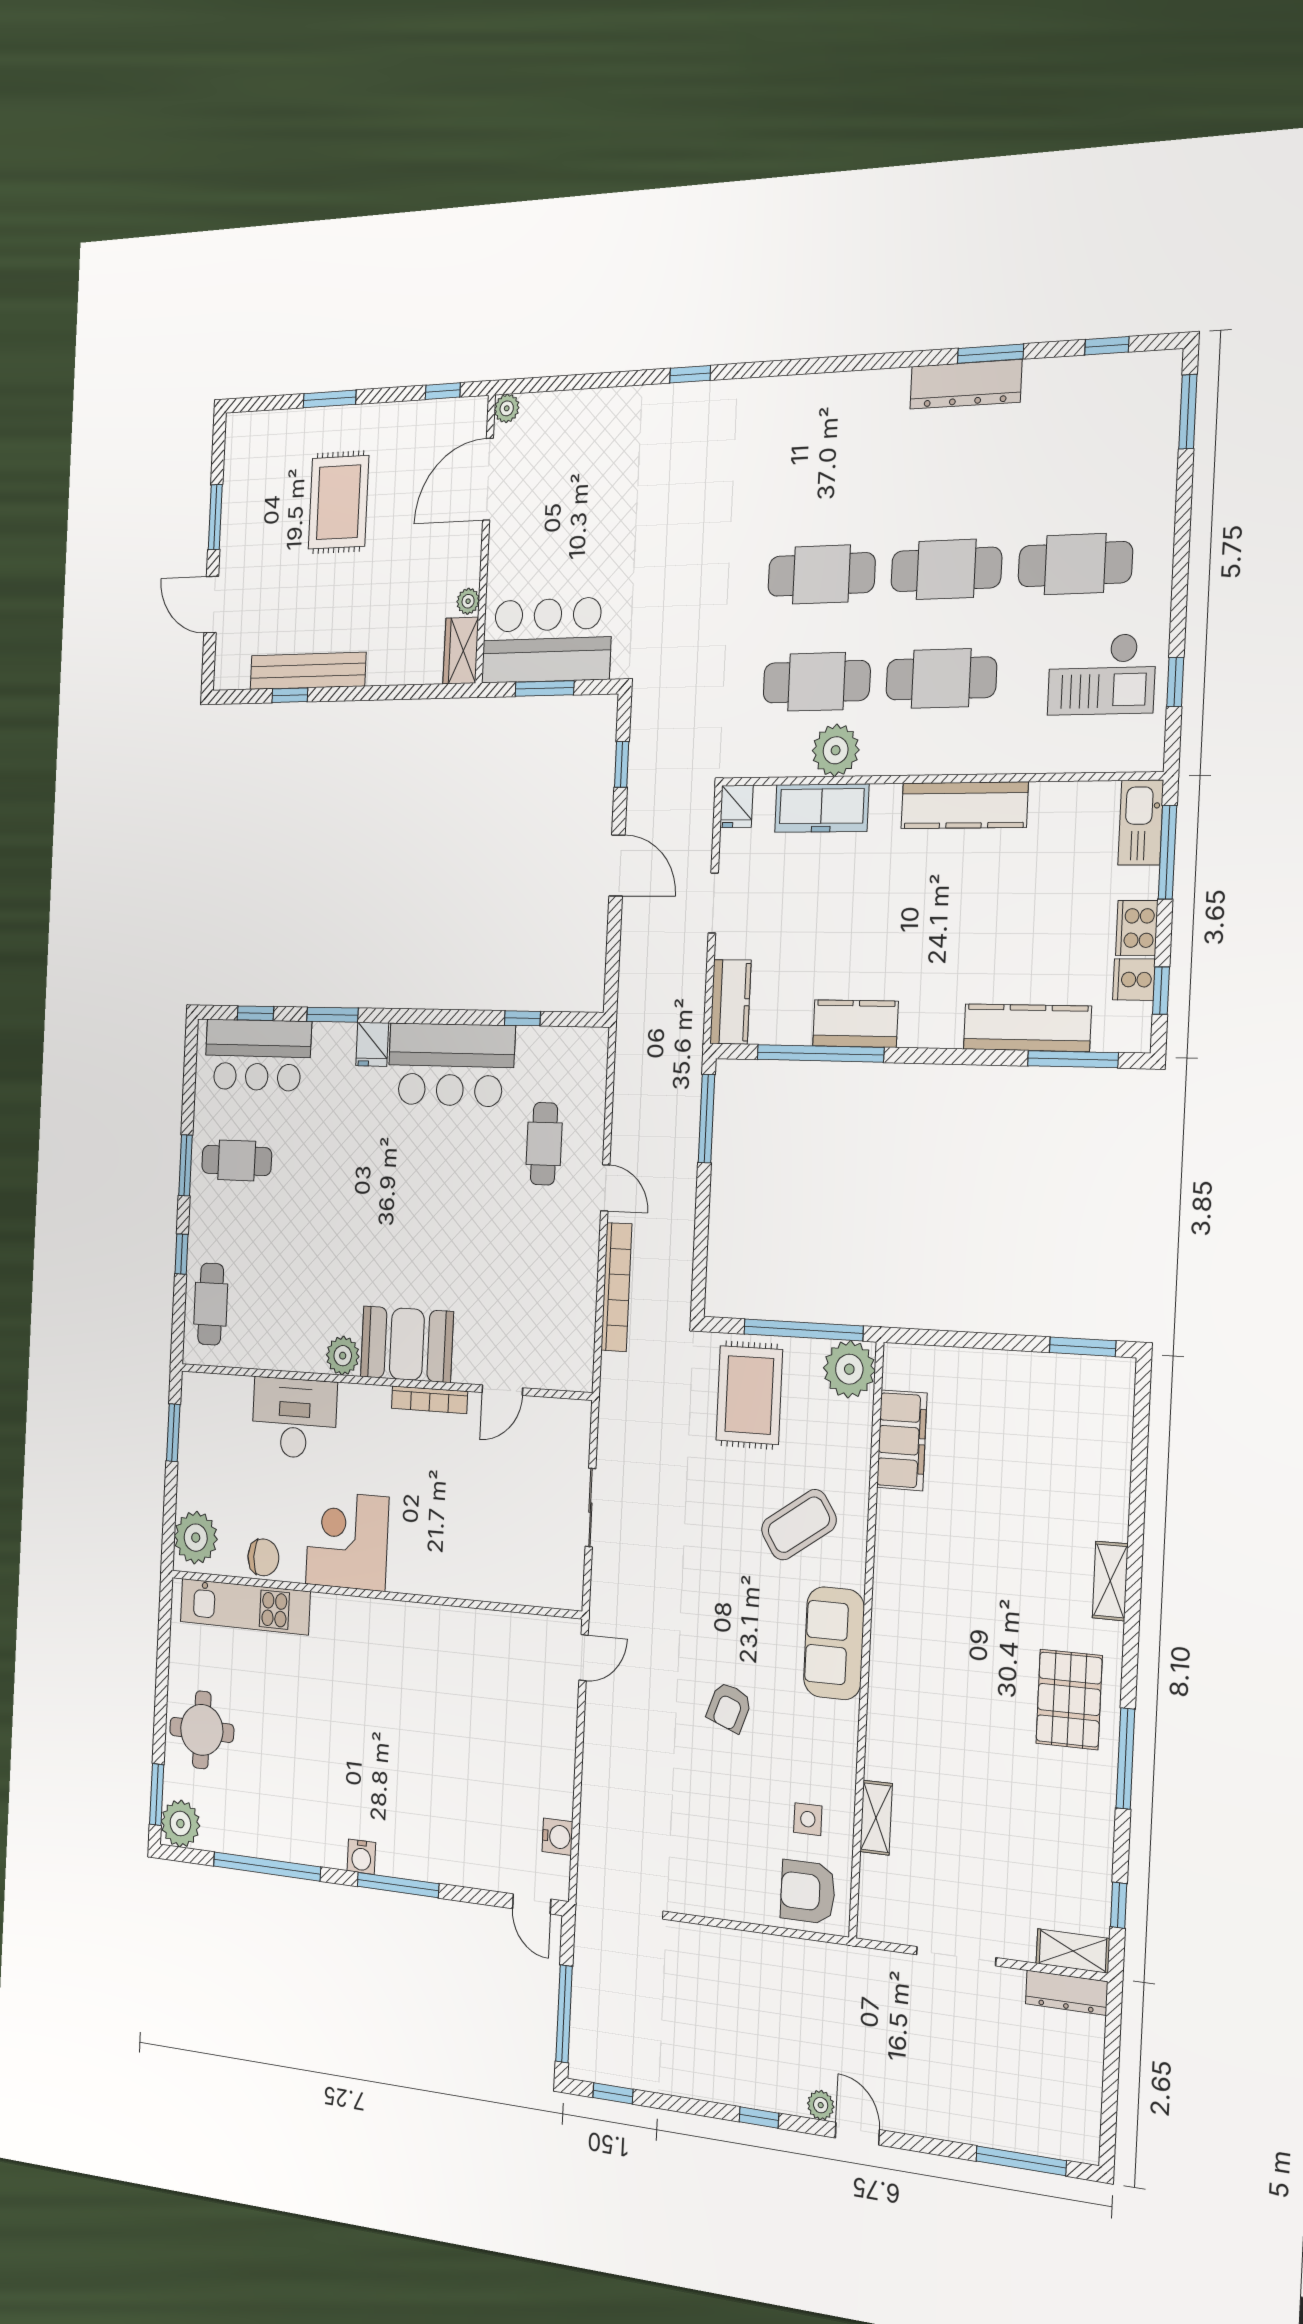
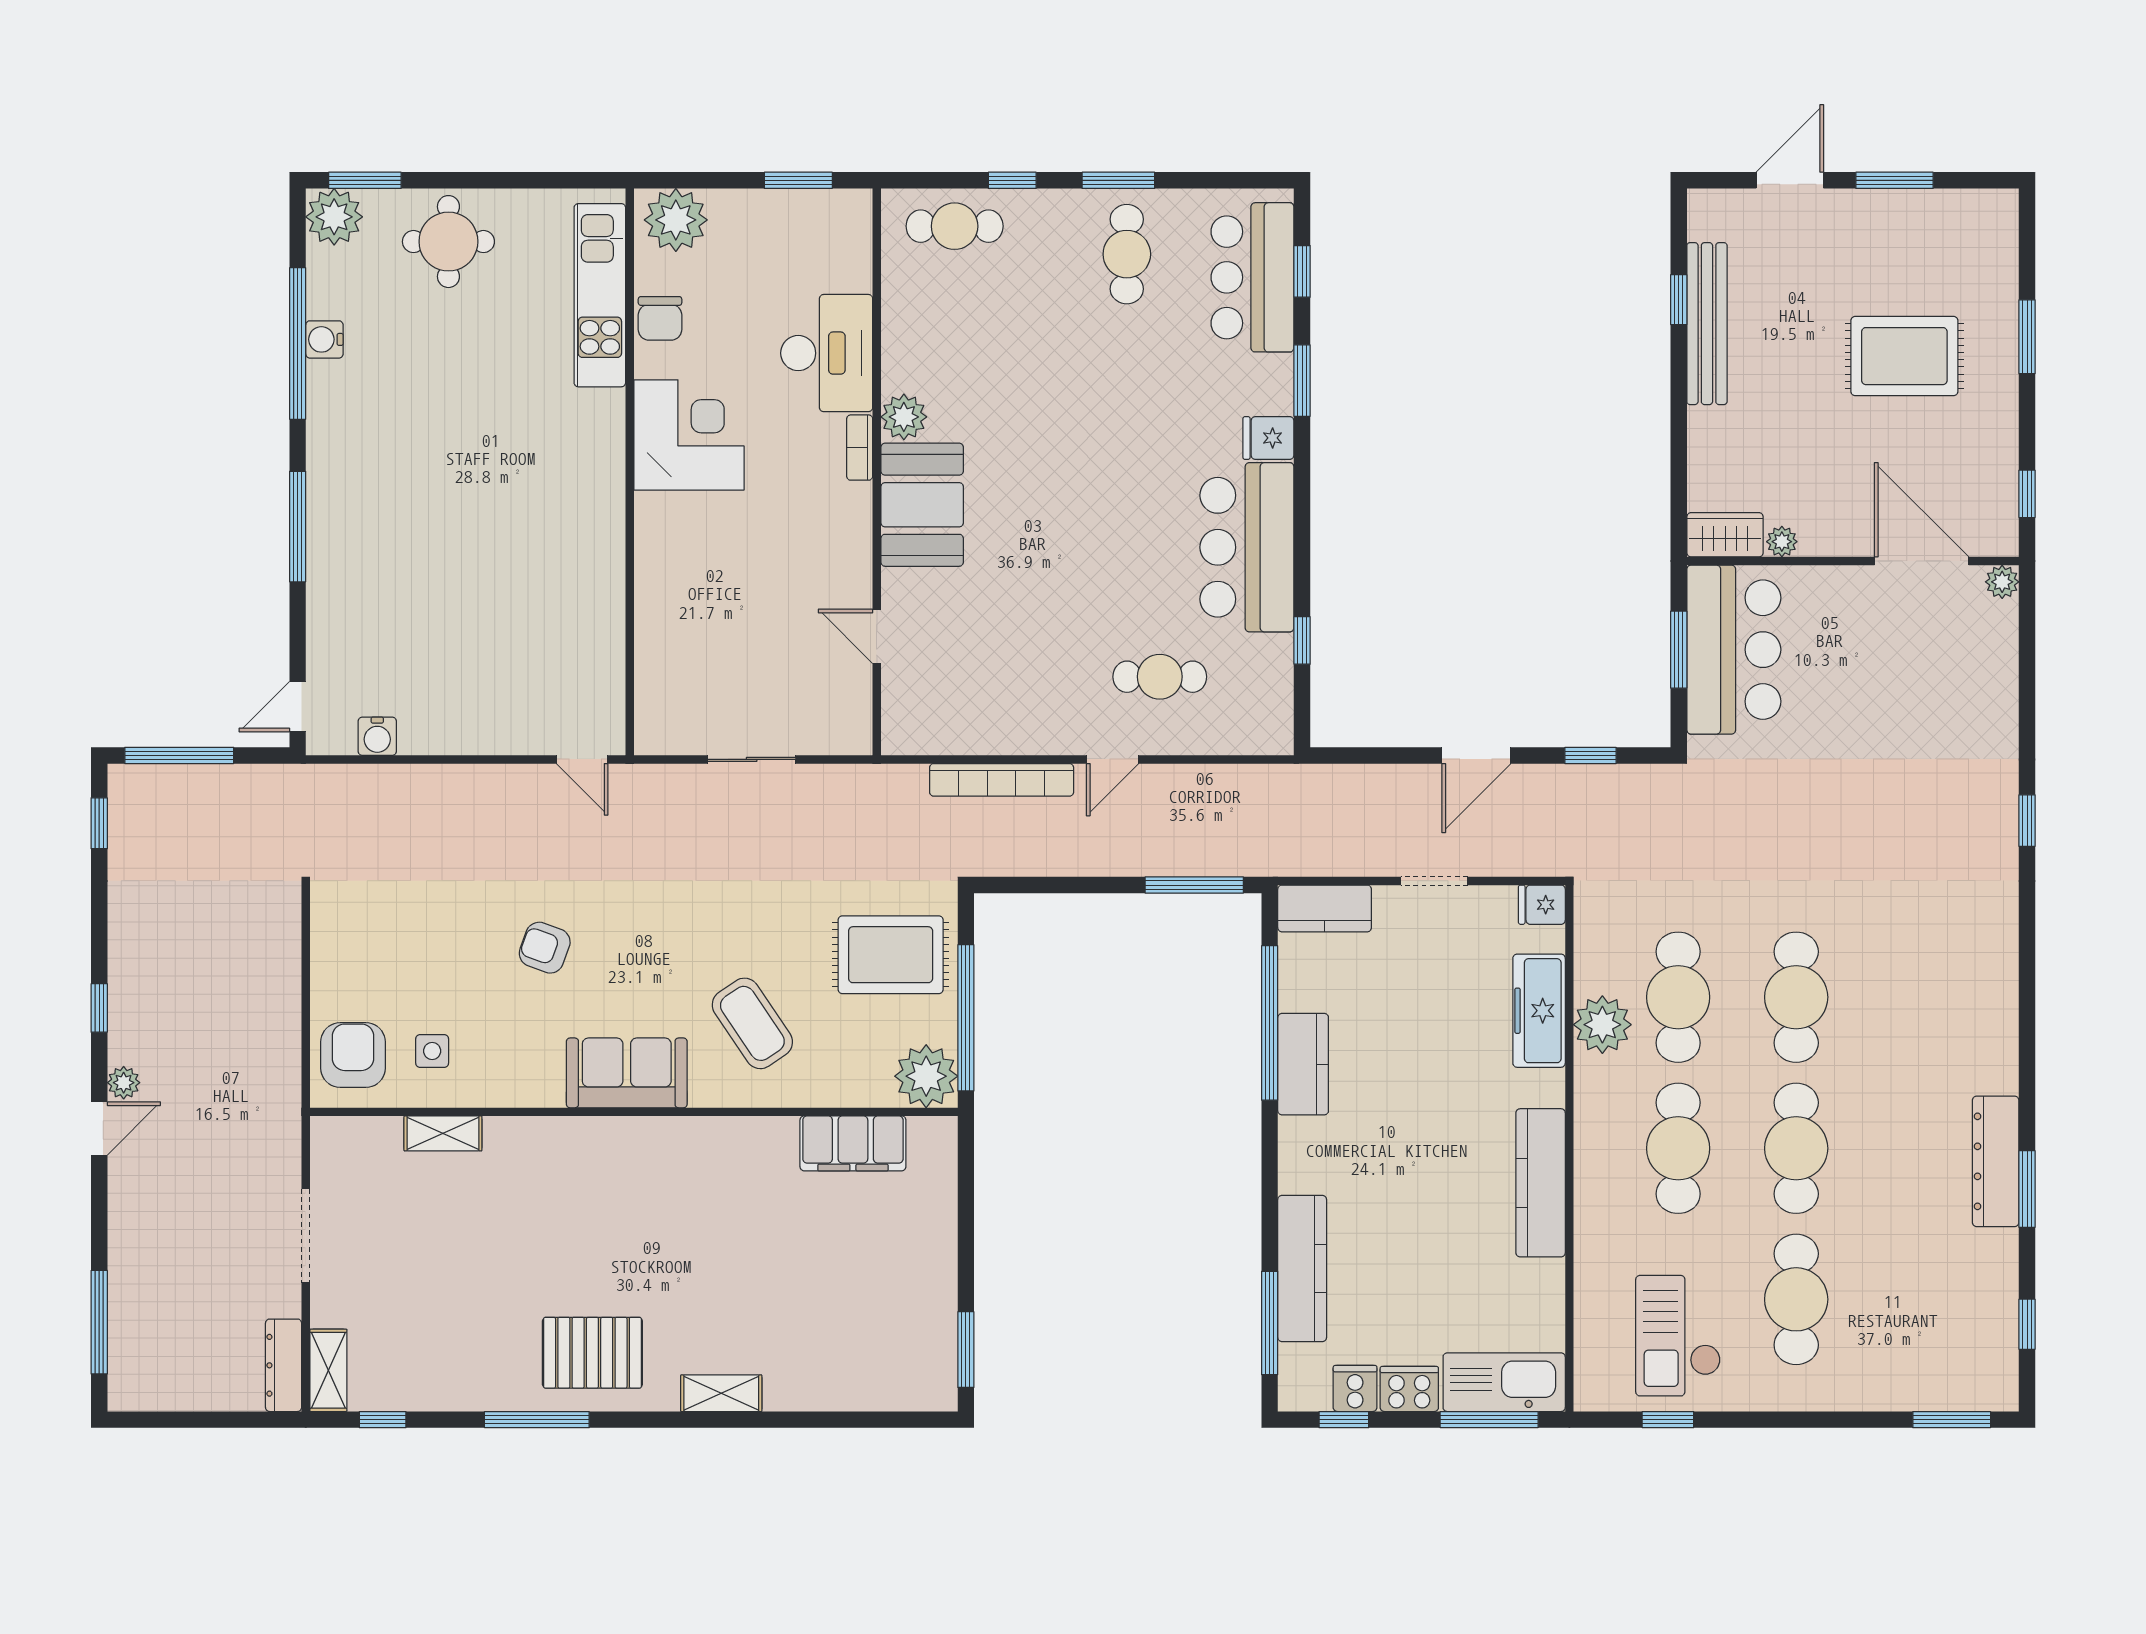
kitchen sink: (1141, 823) -> (1504, 1382), width x1.36, depth x1.24
bookcase: (430, 1400) -> (860, 448), moved, width x0.64
water cooler: (361, 1857) -> (324, 339), moved

